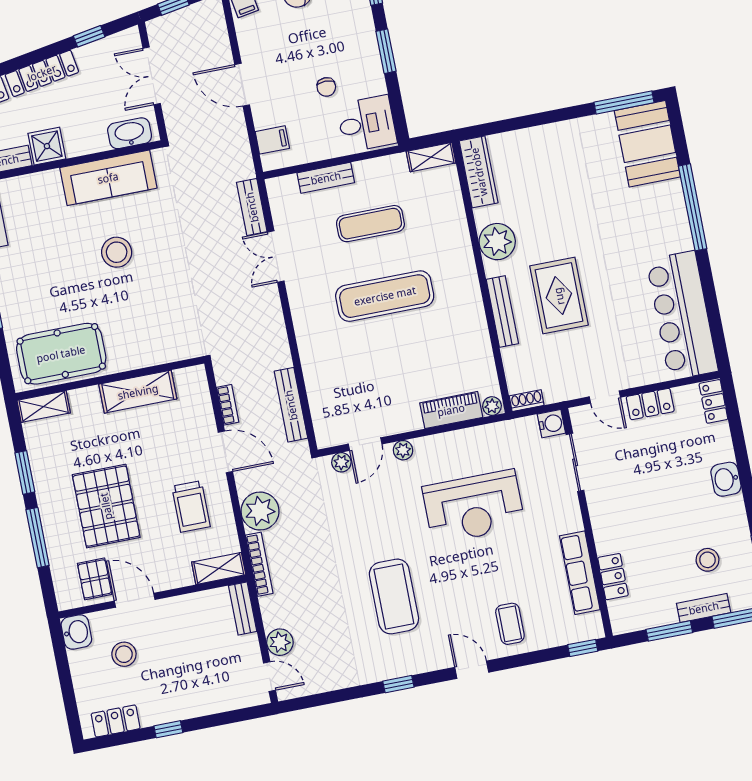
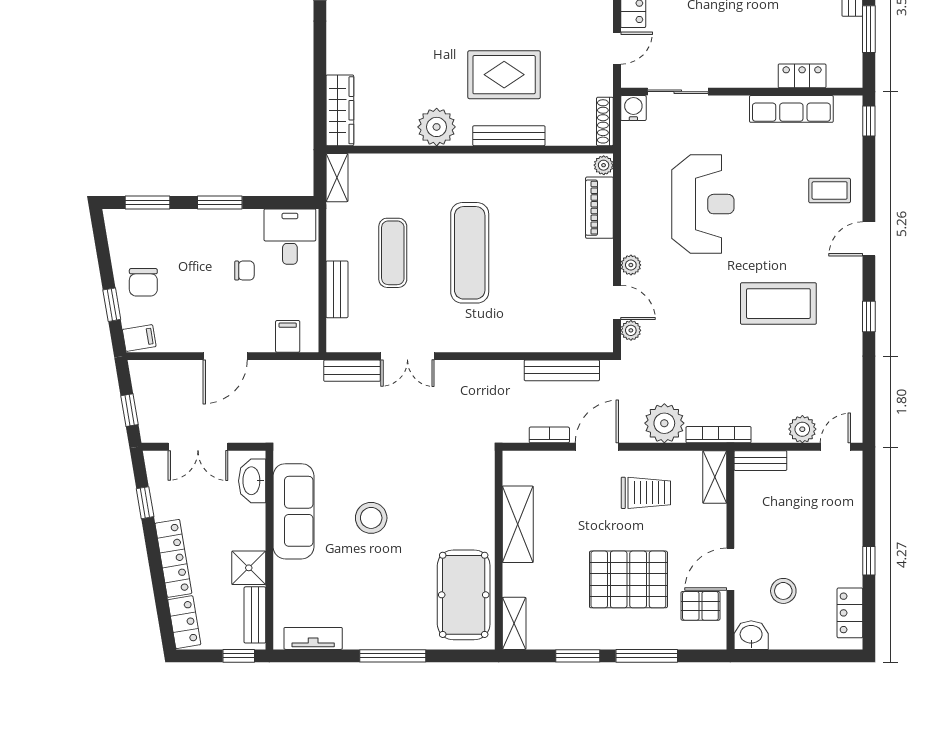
wardrobe: (479, 172) -> (340, 110), moved, turned 90
shoe rack: (527, 401) -> (605, 121), width x1.43

